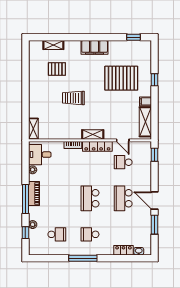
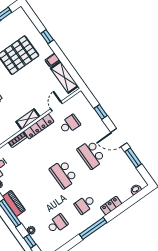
door: (123, 140) -> (57, 106), swing flipped
window: (155, 155) -> (101, 112), moved
school desk: (123, 162) -> (70, 124), turned 180
locker: (123, 250) -> (111, 206), moved

